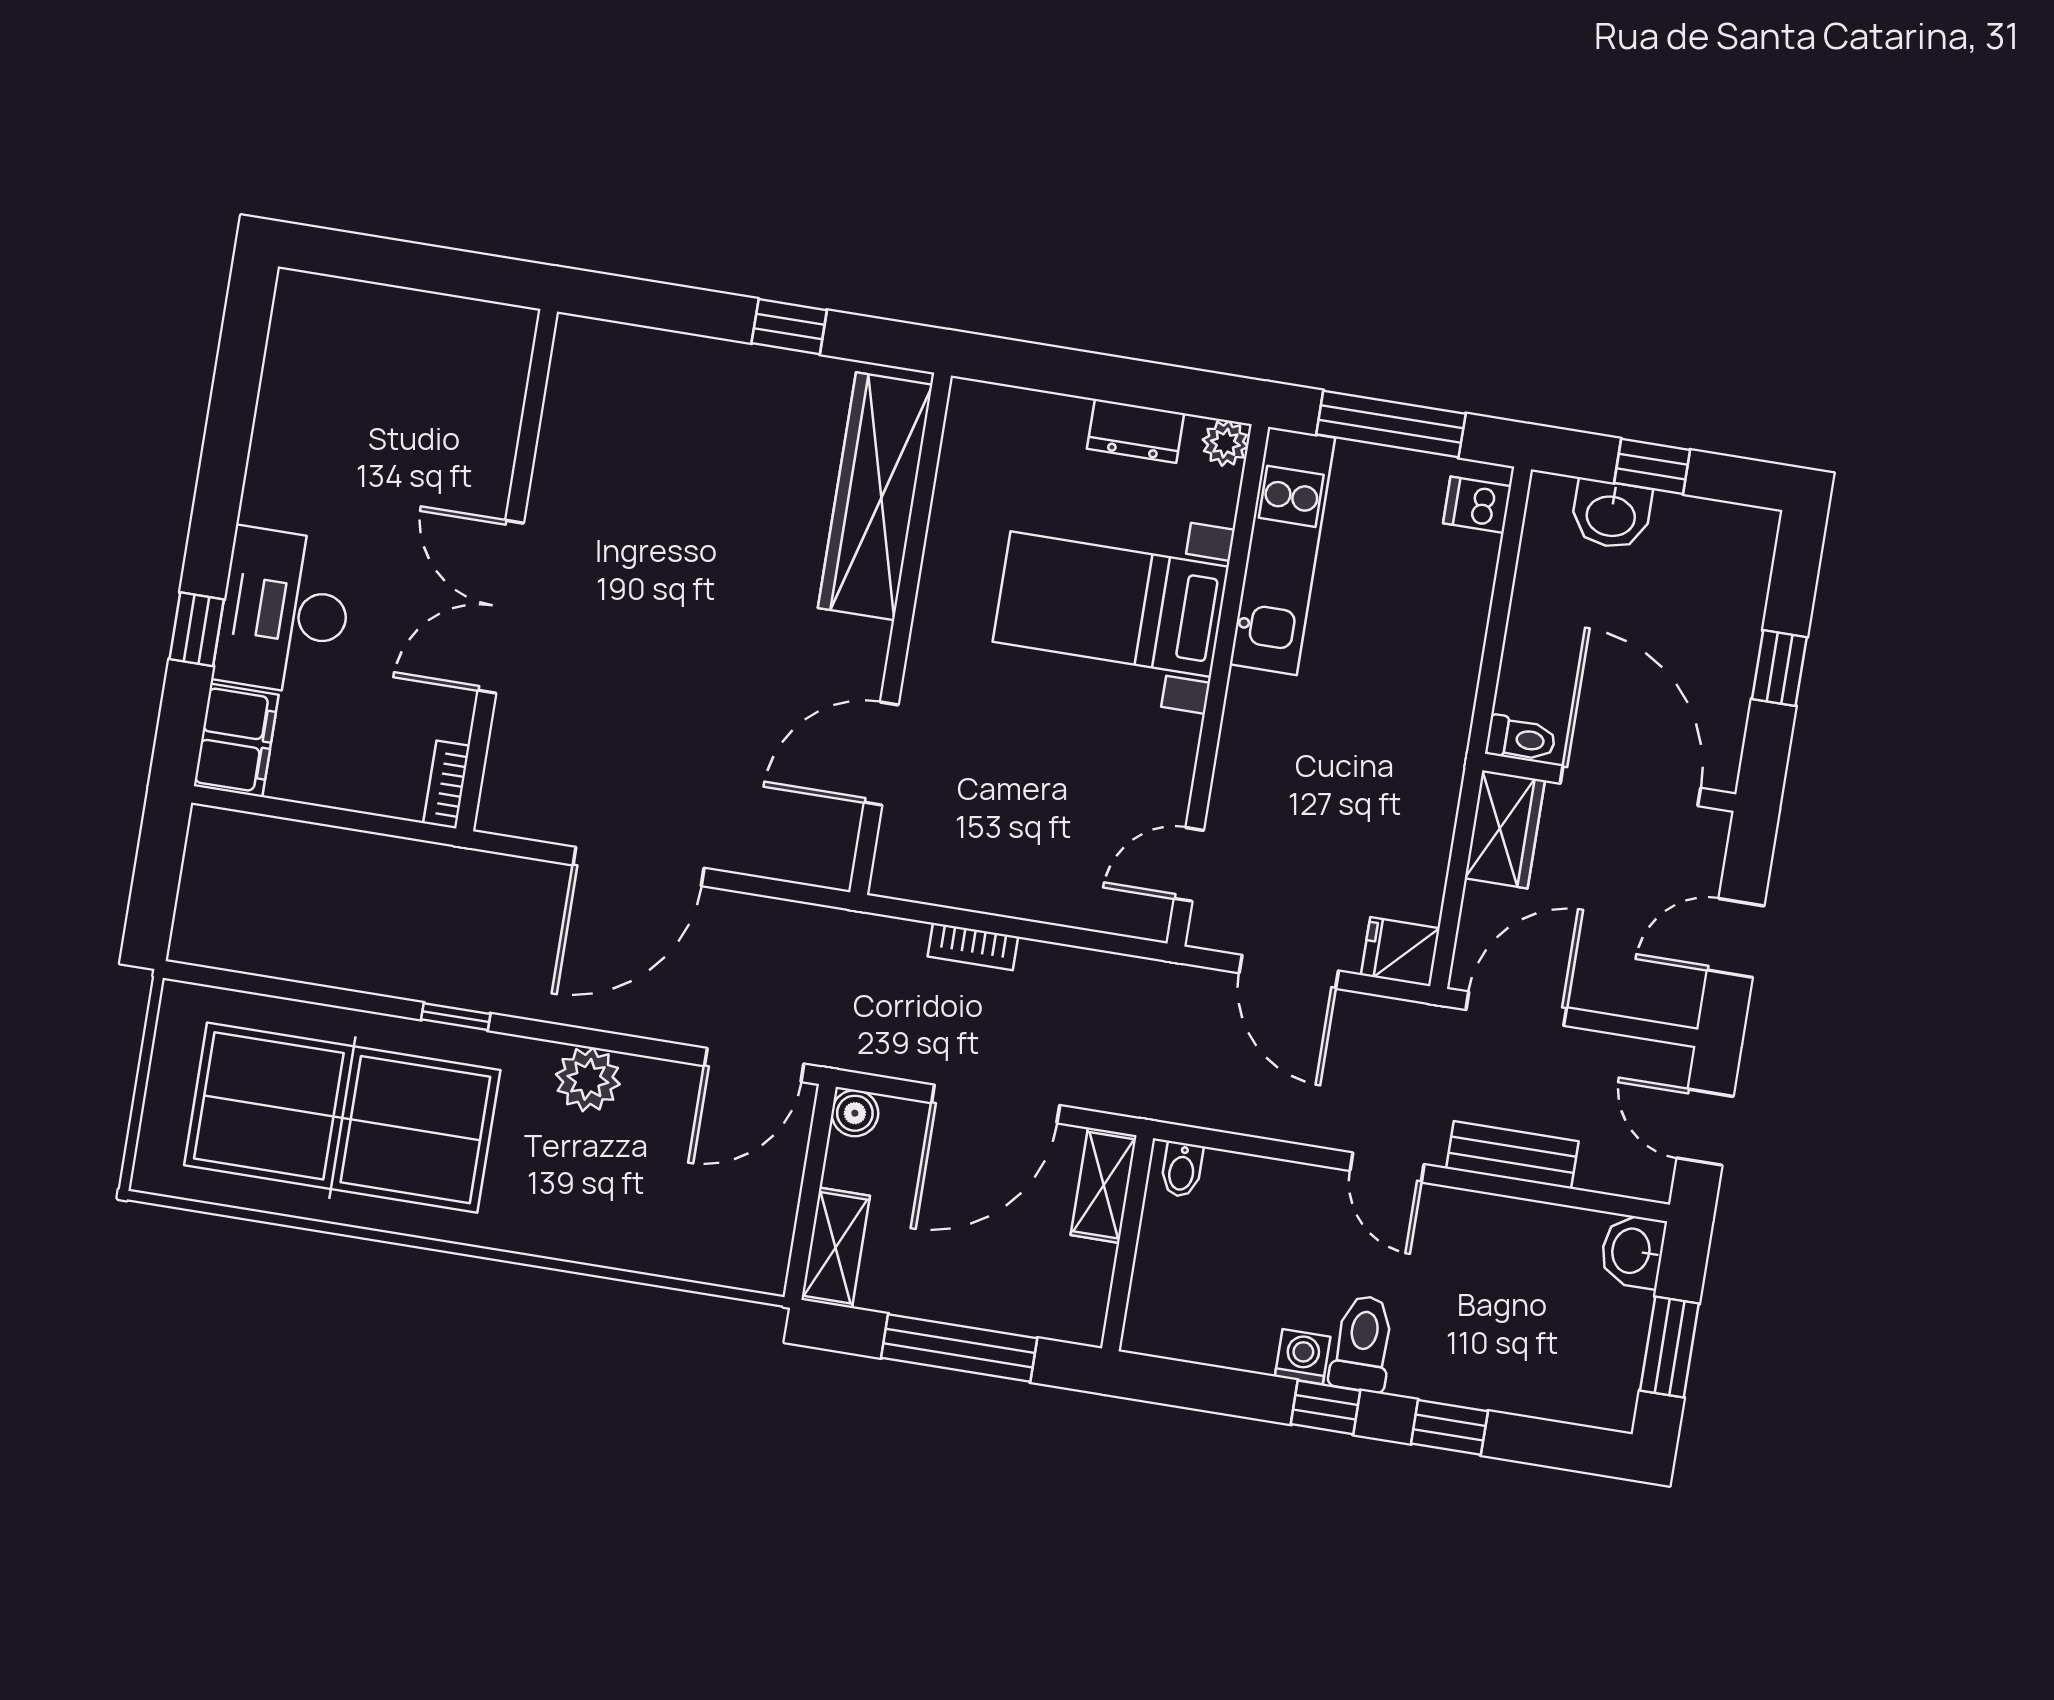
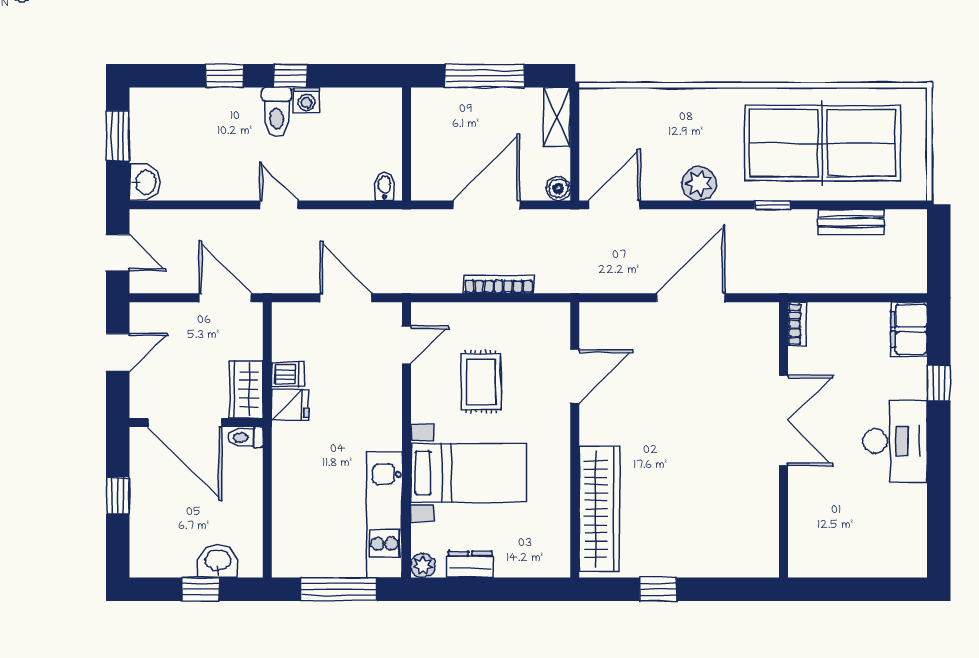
dishwasher: (1477, 505) -> (288, 375), moved
desk: (284, 612) -> (895, 441), moved
rug: (1060, 772) -> (481, 382), added
bookcase: (973, 947) -> (499, 284), width x1.56
fridge: (1400, 952) -> (290, 405), moved
door: (1516, 1009) -> (225, 298), swing flipped
bench: (1512, 1155) -> (851, 222), moved
shelving: (1104, 1185) -> (424, 172), removed

